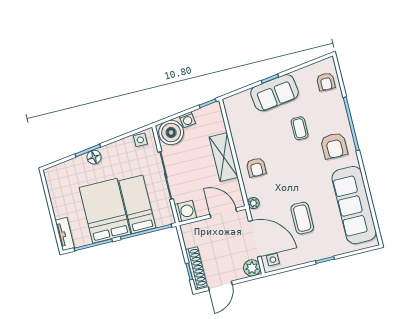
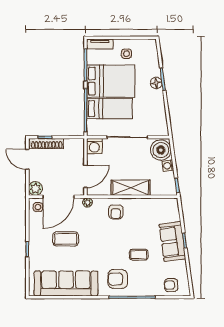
side table: (140, 140) -> (126, 54), moved
armchair: (256, 167) -> (116, 212), turned -90

